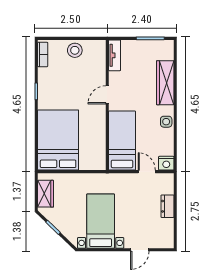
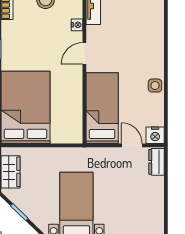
nightstand: (101, 71) -> (77, 25), added
wardrobe: (165, 83) -> (154, 39), removed
dresser: (167, 206) -> (157, 162), moved

